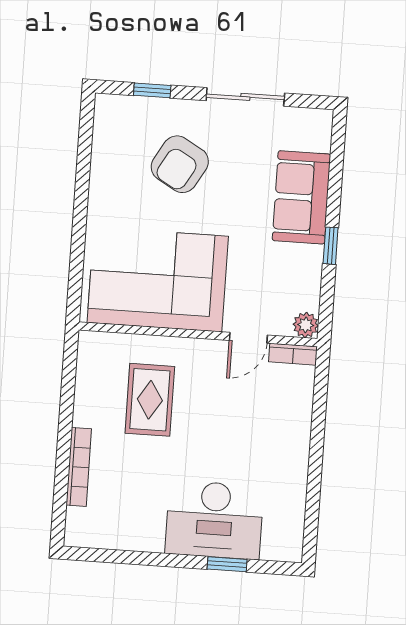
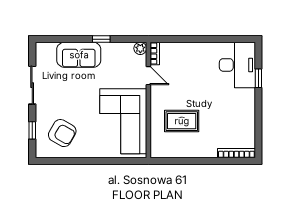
armchair: (180, 164) -> (62, 133), moved
bookcase: (79, 467) -> (236, 153), moved
desk: (214, 520) -> (237, 65), moved

